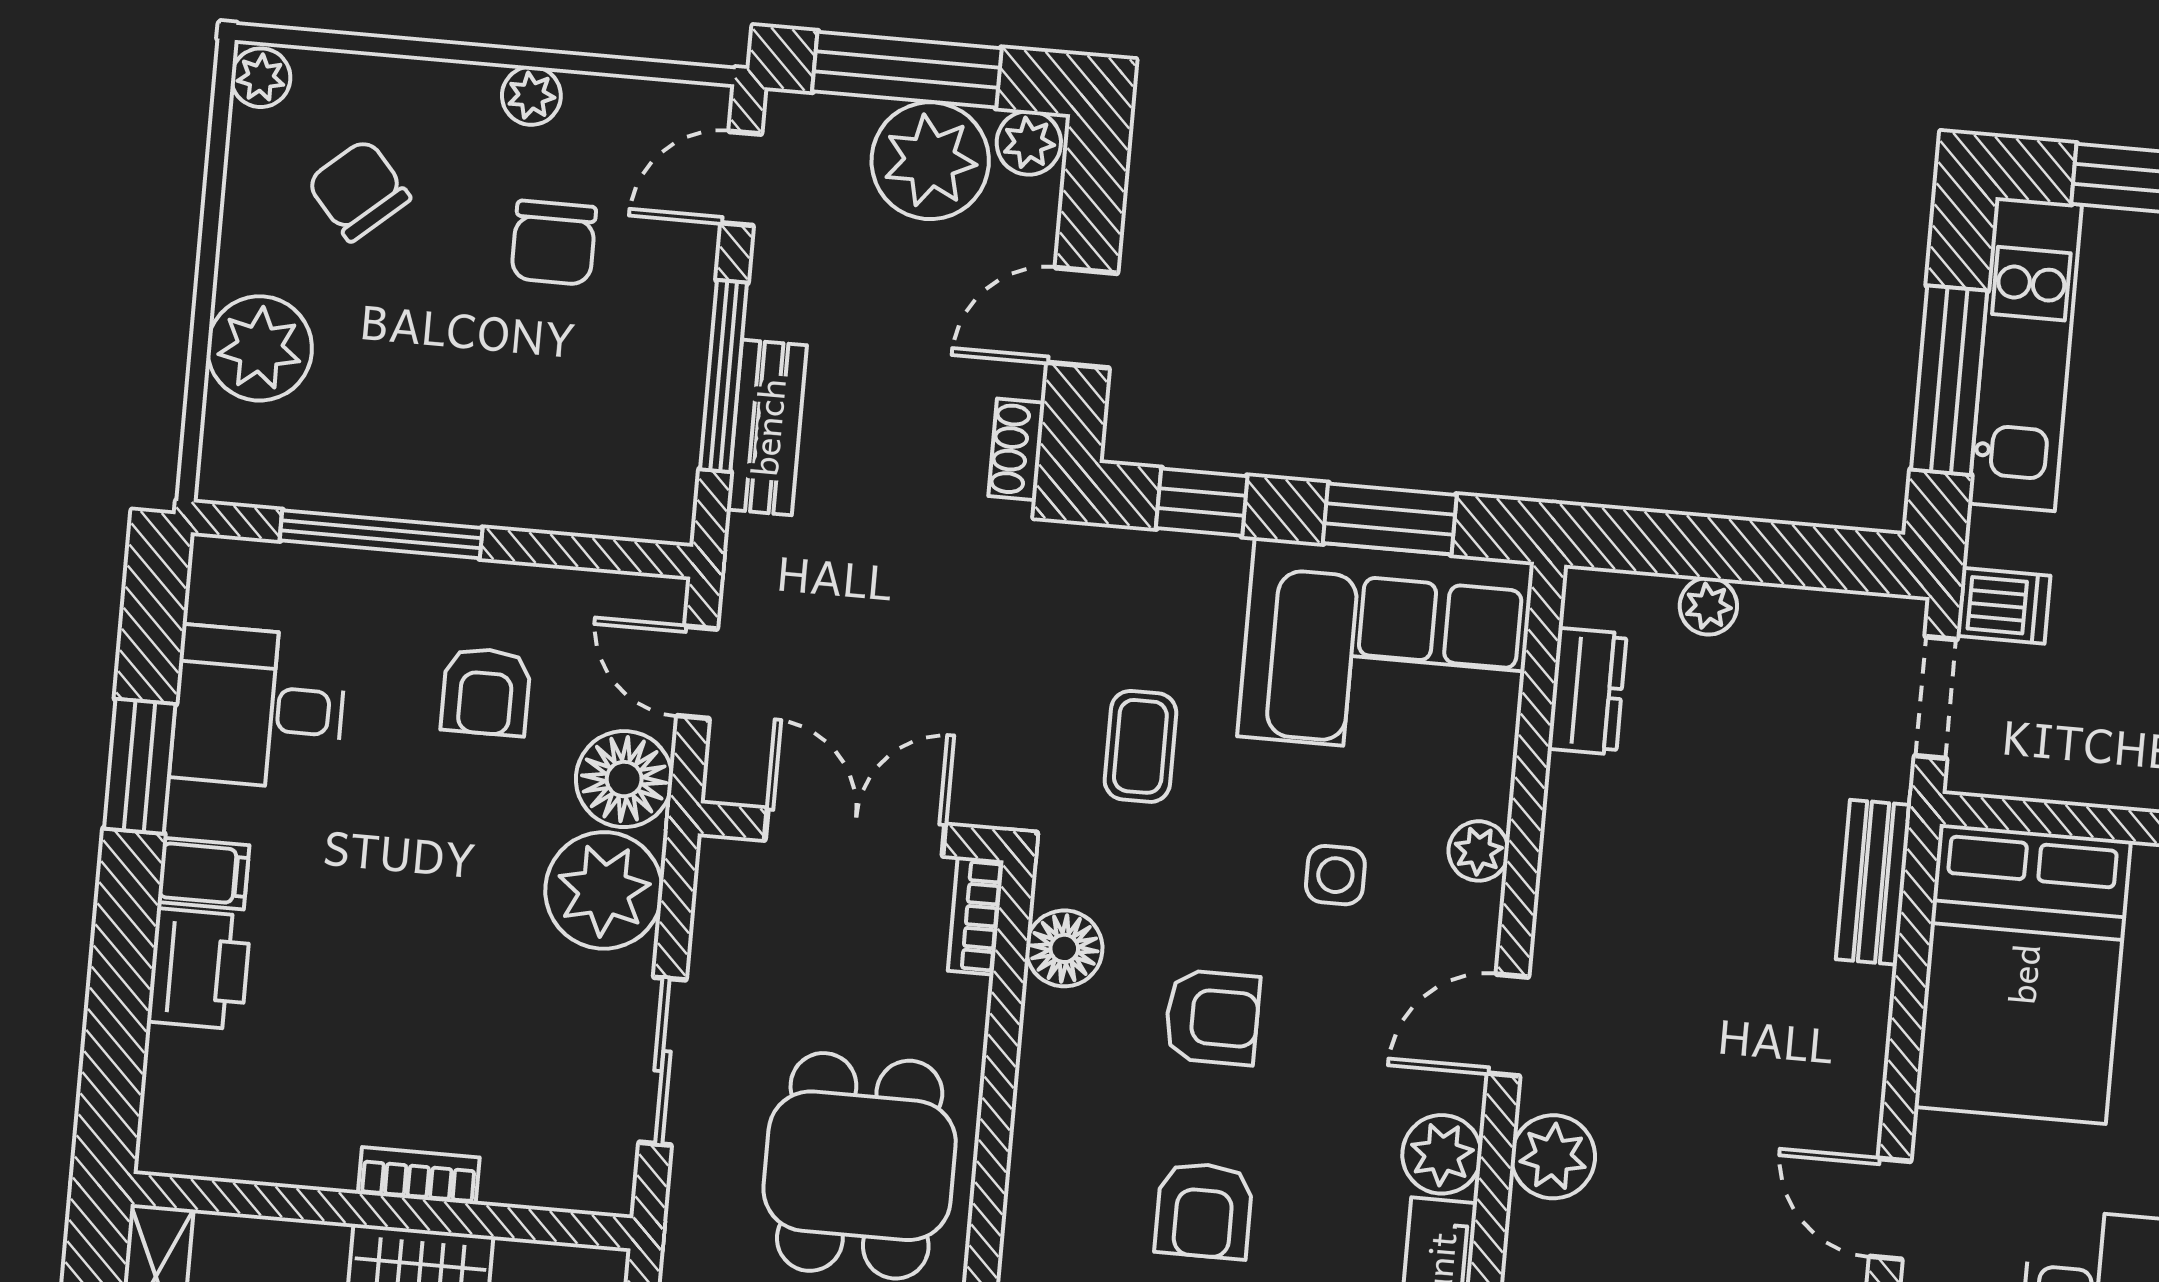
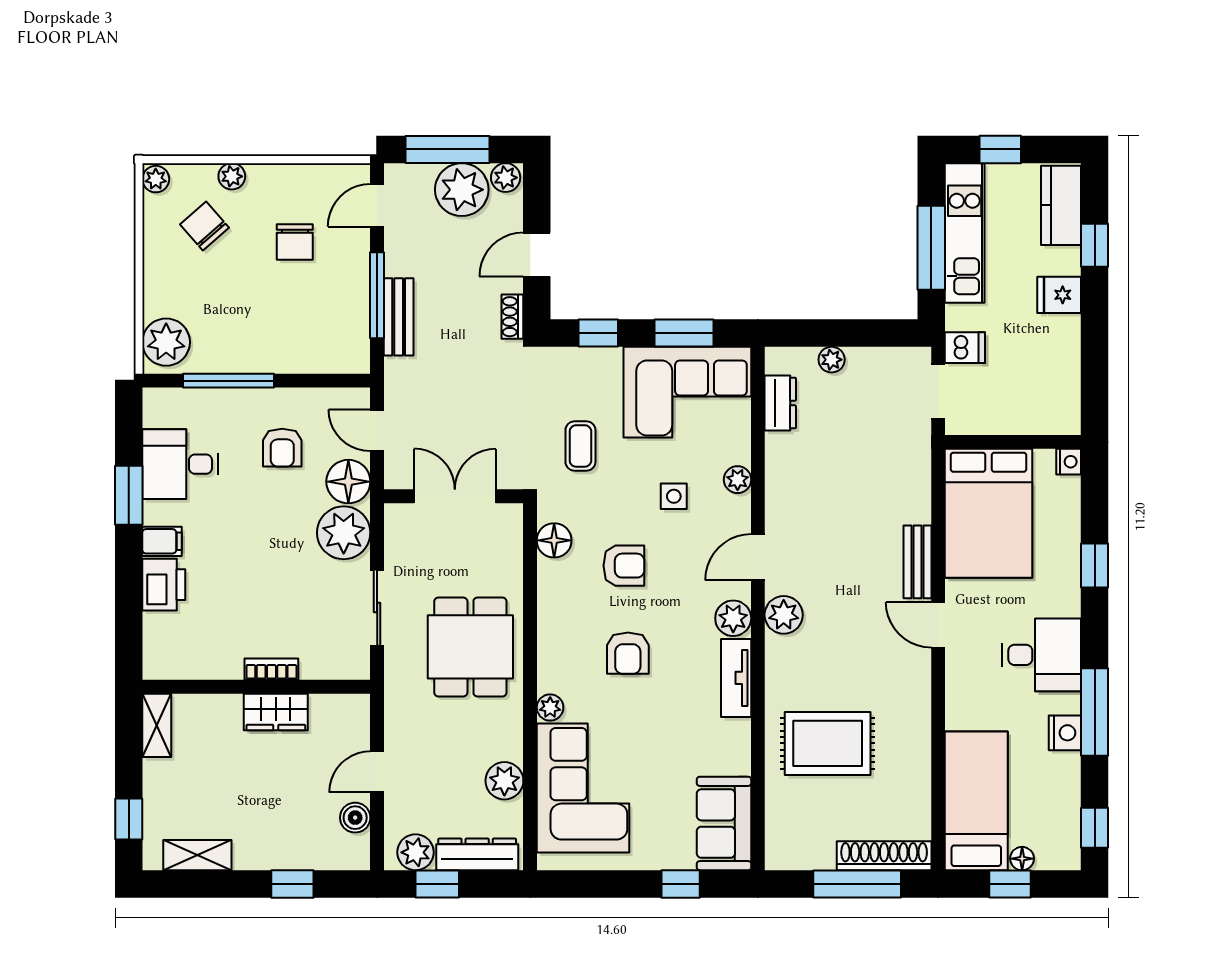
plant: (531, 96) -> (232, 176), moved
plant: (260, 348) -> (166, 342), moved
bench: (1874, 882) -> (917, 562), moved
bookcase: (976, 916) -> (513, 529), removed

